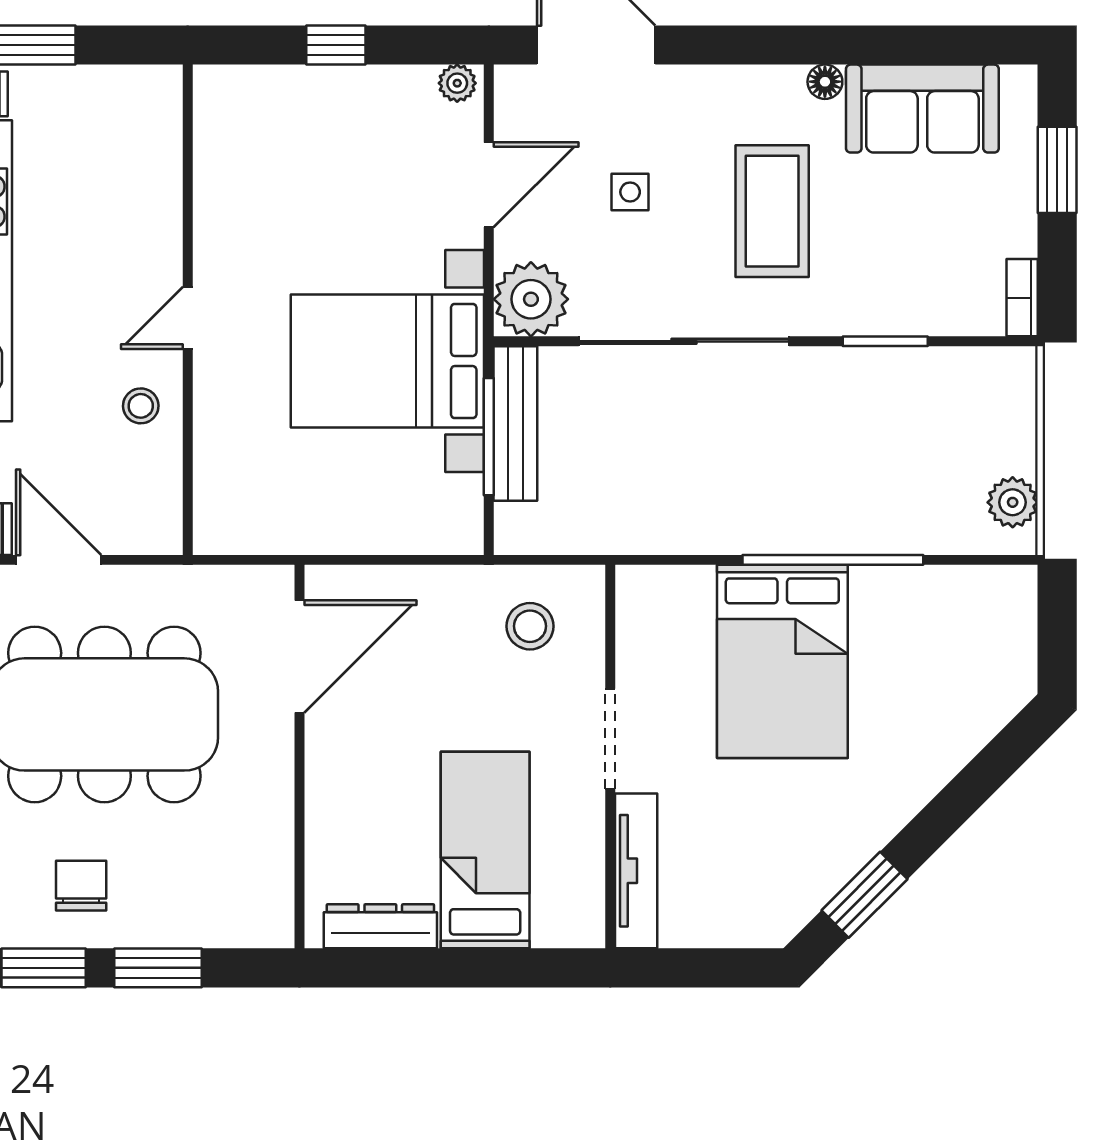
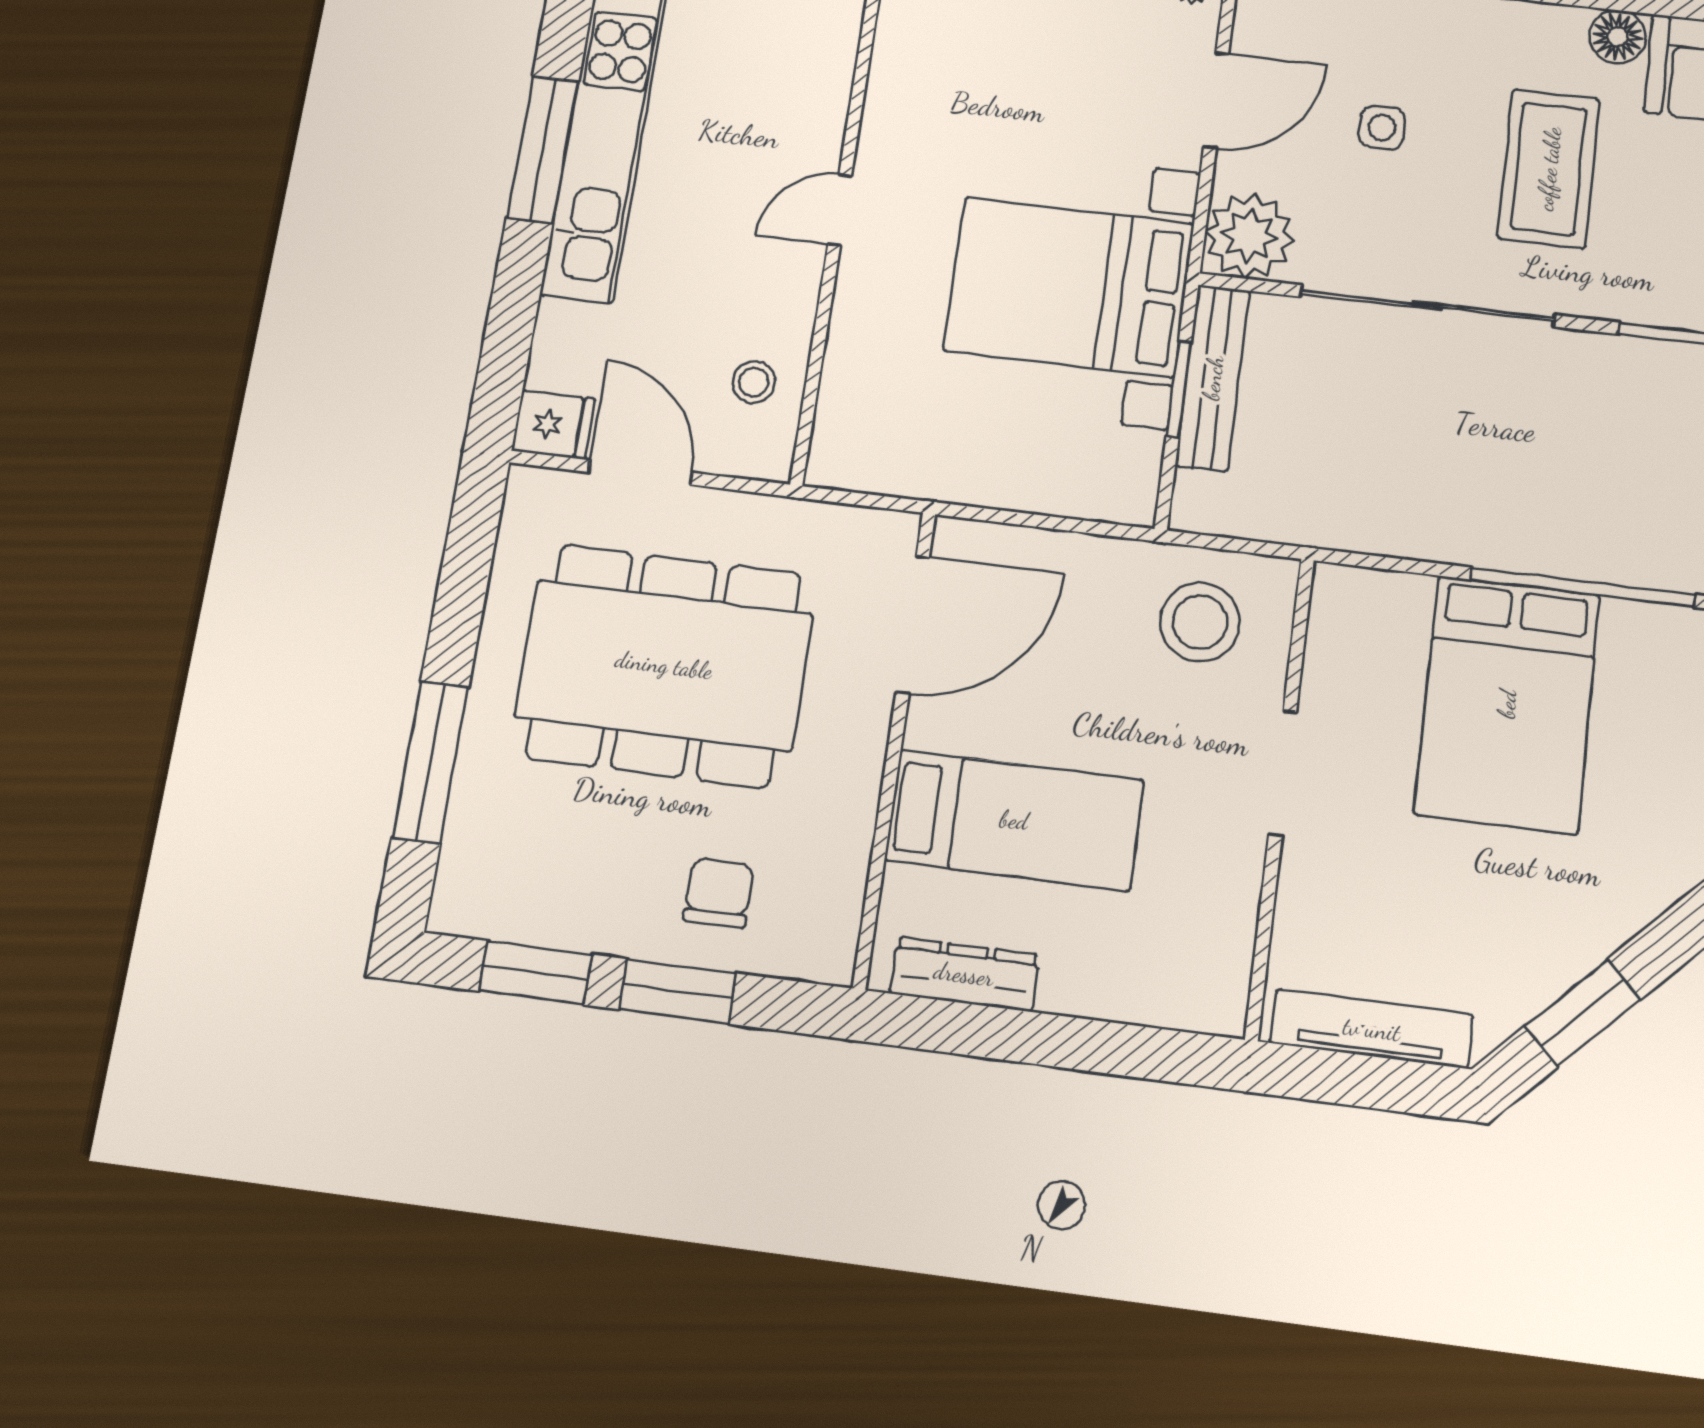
floor lamp: (825, 82) -> (1618, 37), width x1.37, depth x1.37
stool: (141, 406) -> (754, 382), moved
window: (489, 437) -> (1179, 389), width x0.69
stool: (530, 626) -> (1200, 622), width x1.38, depth x1.38
bed: (485, 850) -> (1014, 820), moved, turned 90
tv unit: (636, 871) -> (1372, 1029), moved, turned -90
chair: (81, 886) -> (719, 893), moved

